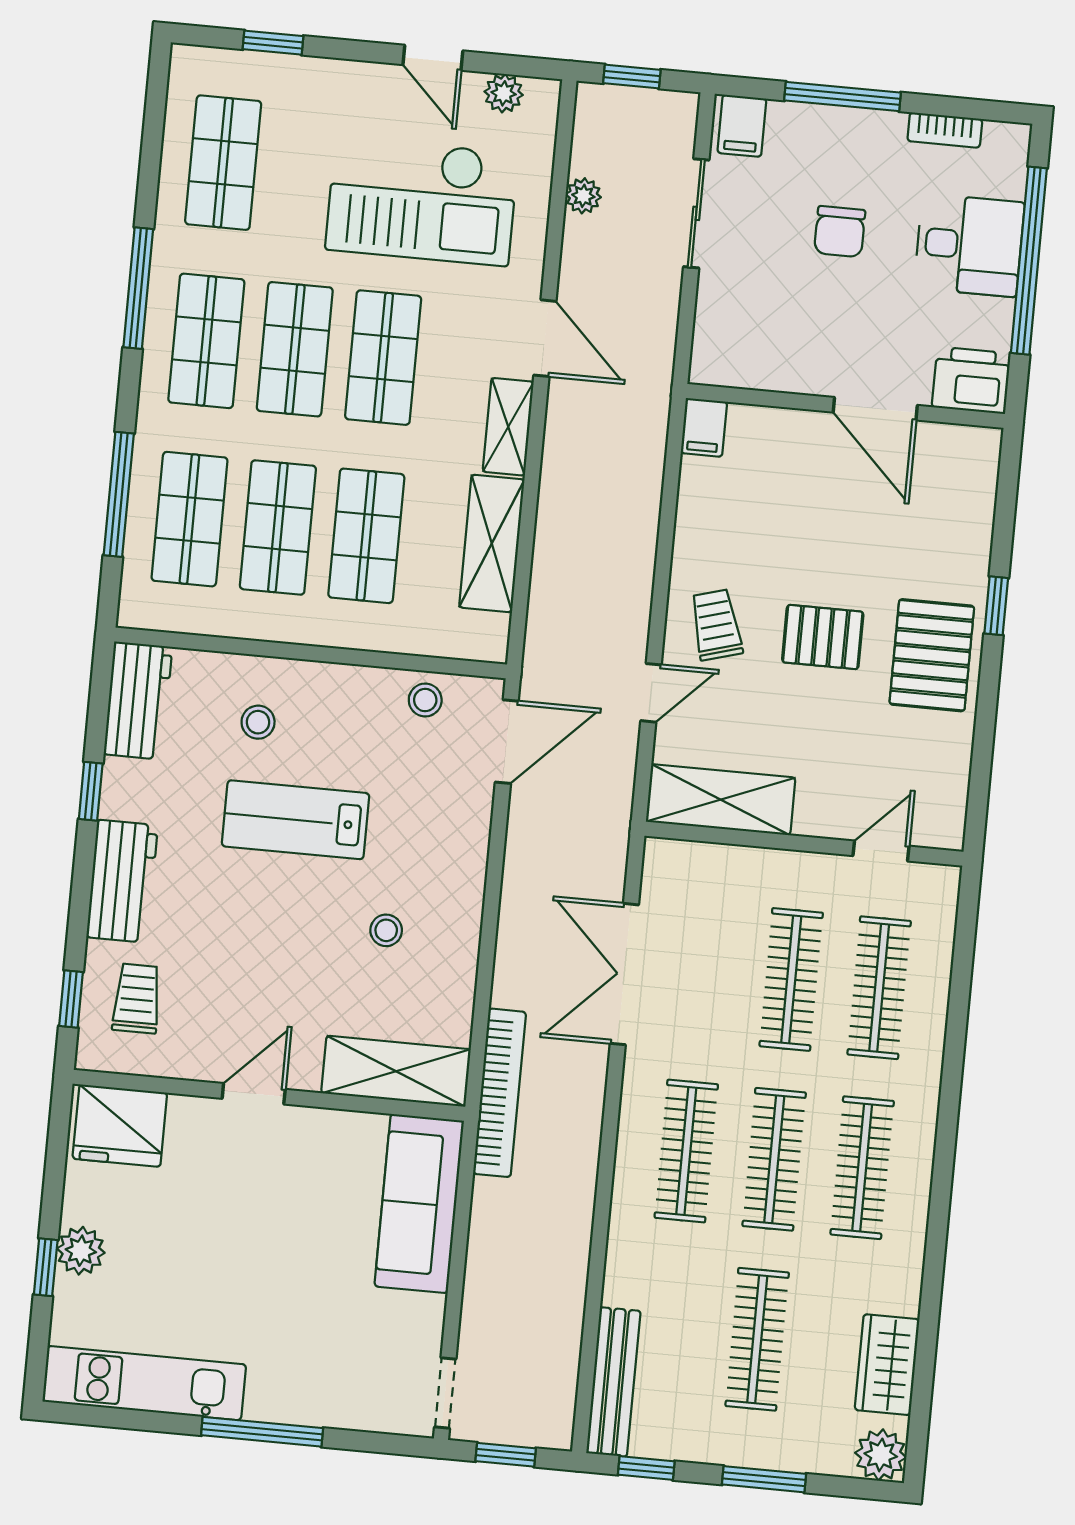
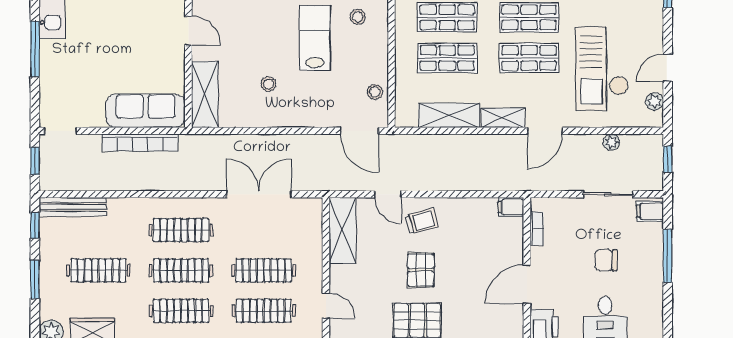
bookcase: (945, 130) -> (537, 229), moved, turned 180
bookcase: (500, 1093) -> (140, 143), moved

